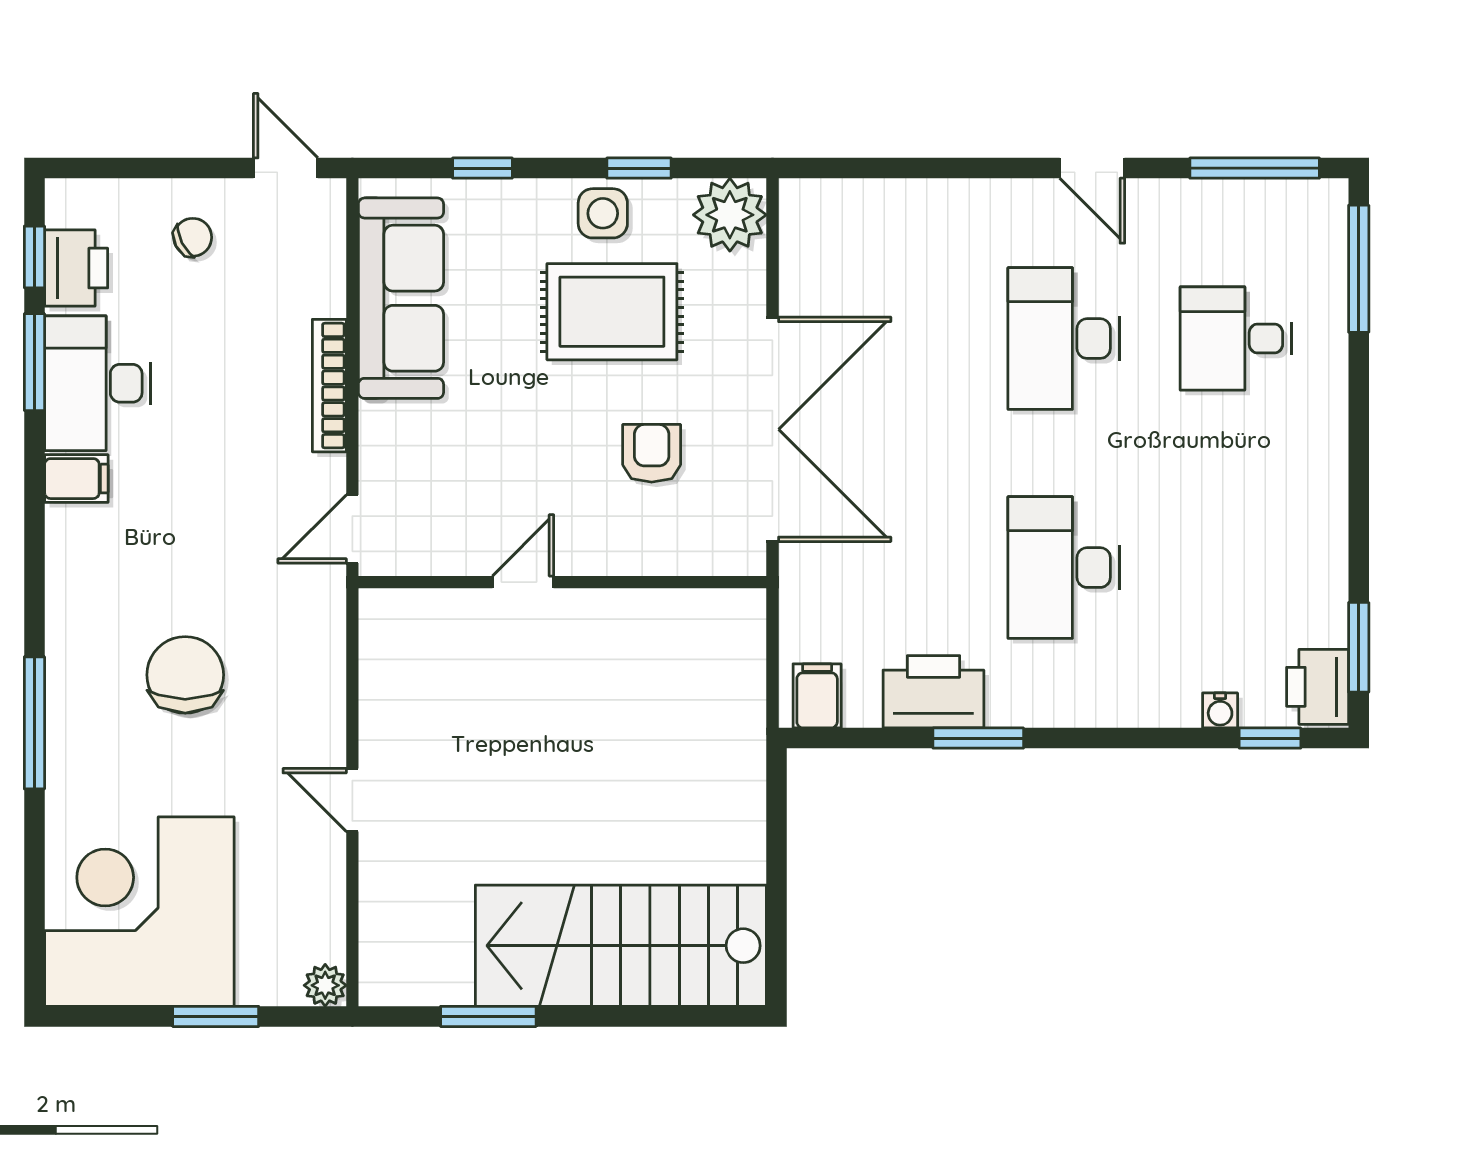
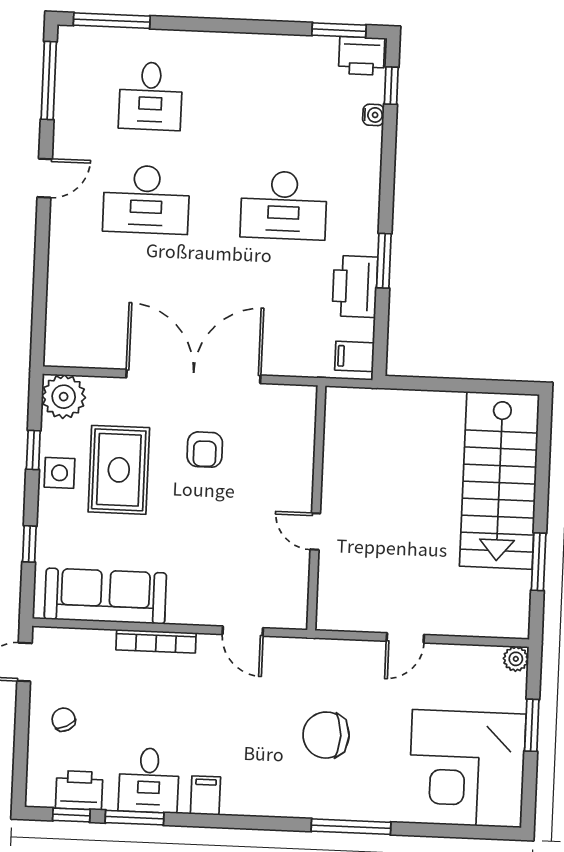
desk: (98, 383) -> (149, 780), width x0.73
armchair: (652, 453) -> (205, 450), turned -90
door: (523, 582) -> (315, 531), moved
wall: (562, 582) -> (316, 508), moved

